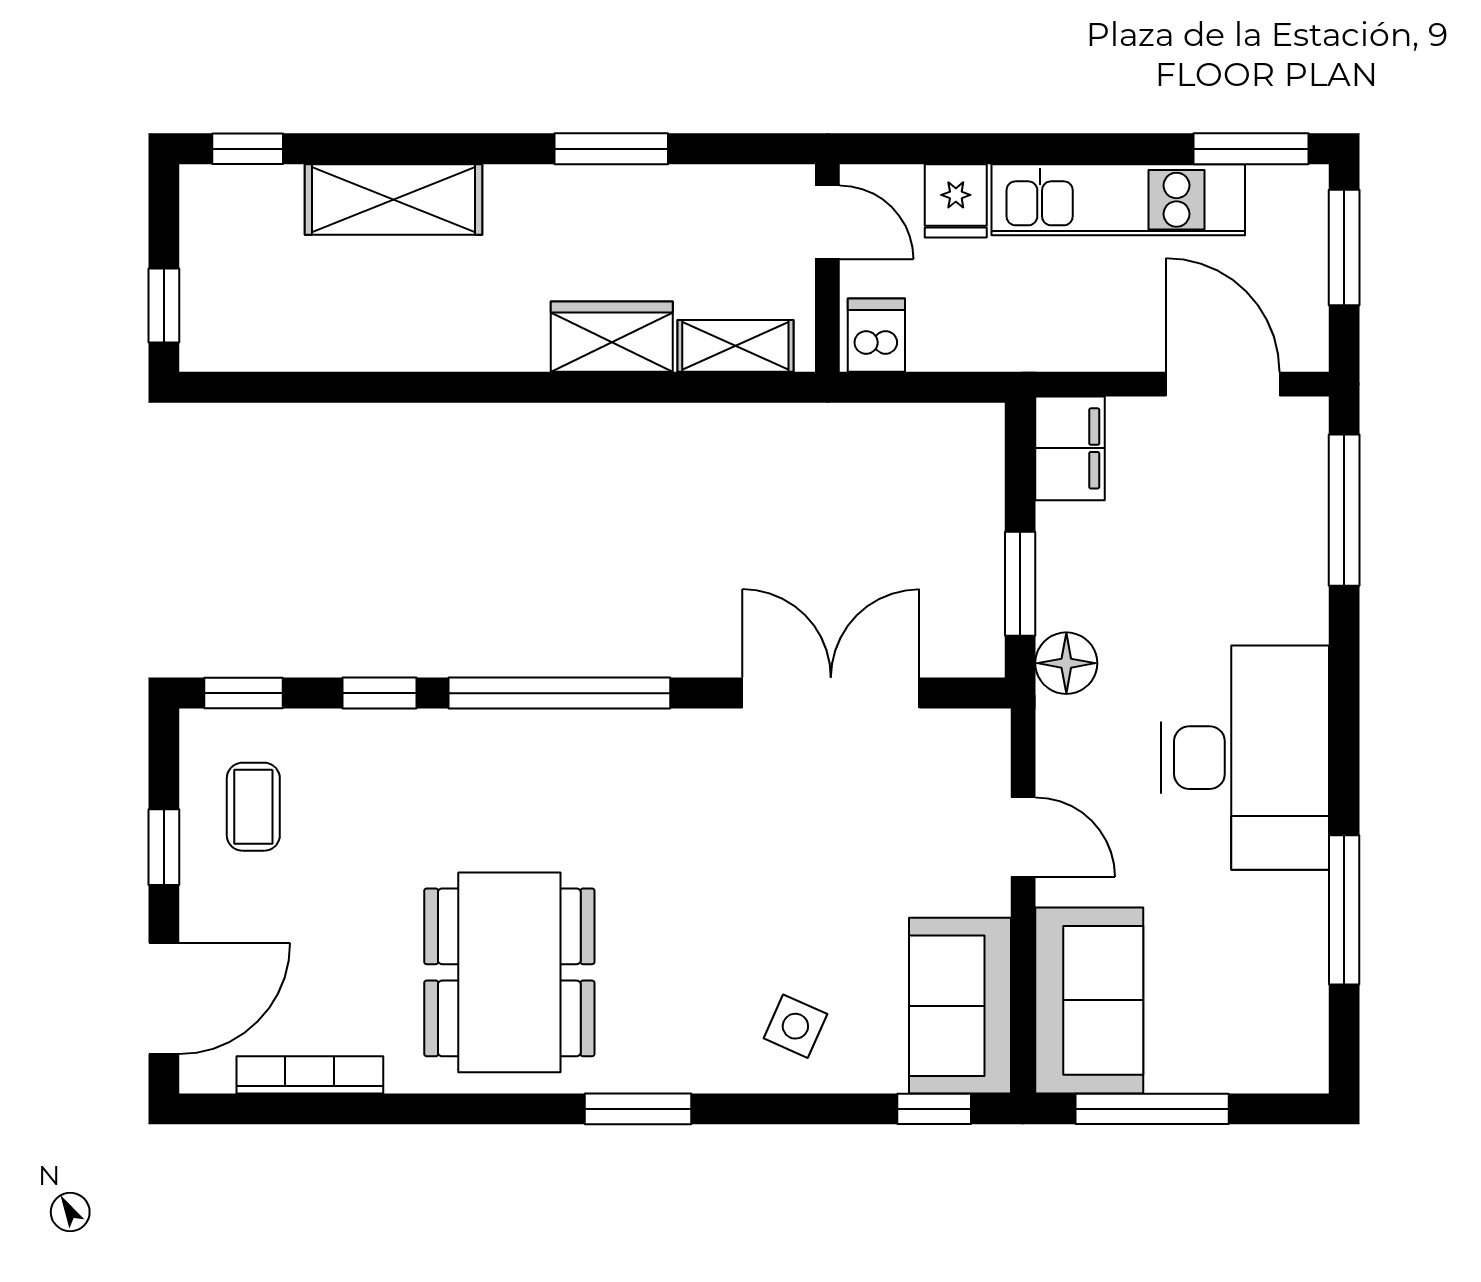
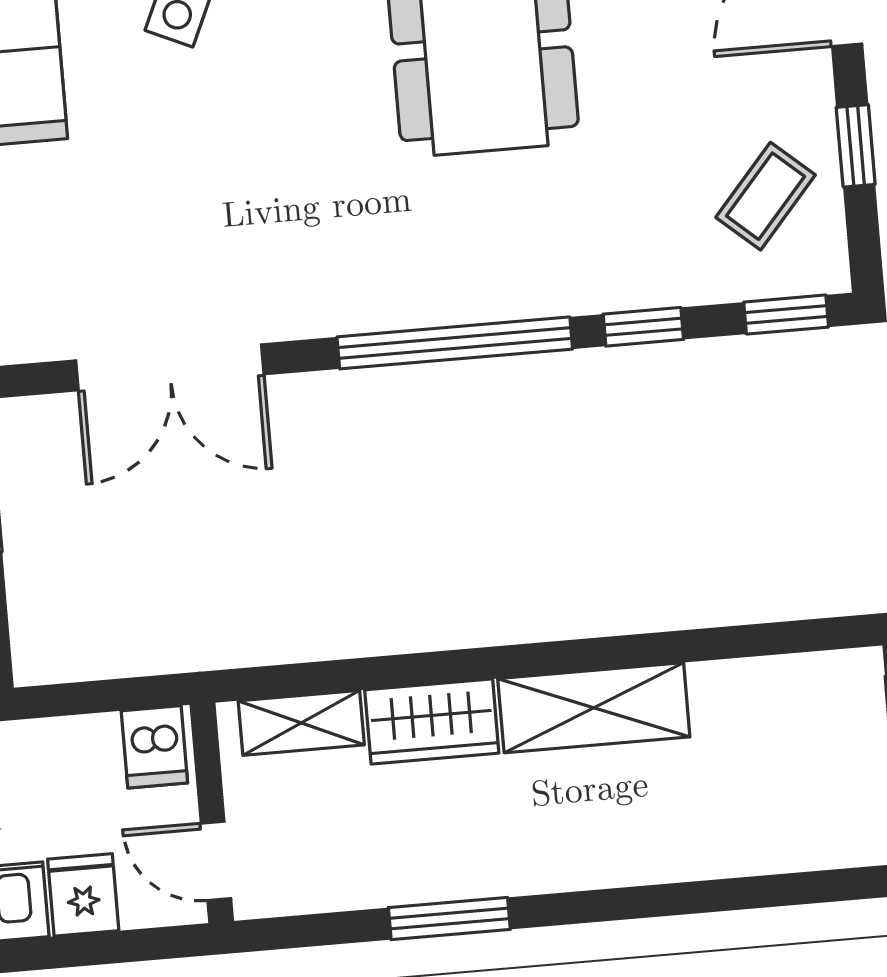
window: (248, 149) -> (831, 886), removed
shelving: (394, 199) -> (594, 708), moved
coffee table: (253, 807) -> (766, 196), turned 41

